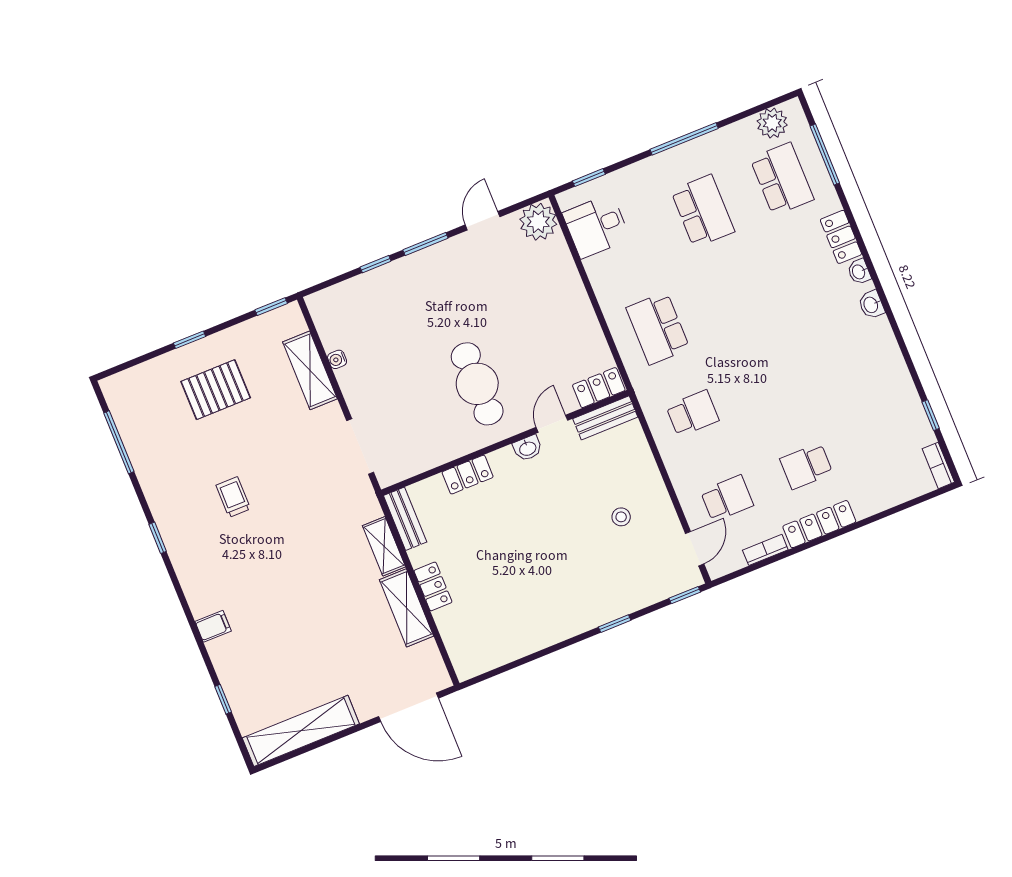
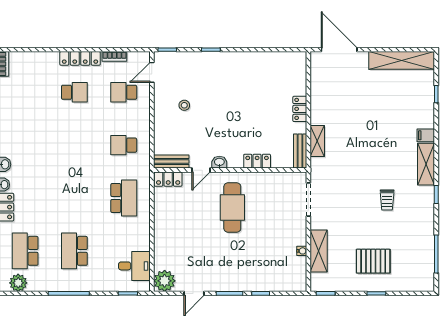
shelving: (407, 608) -> (426, 164), moved

